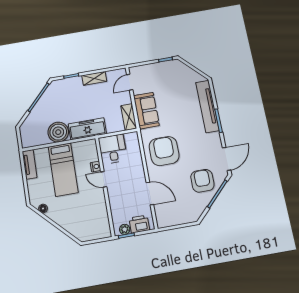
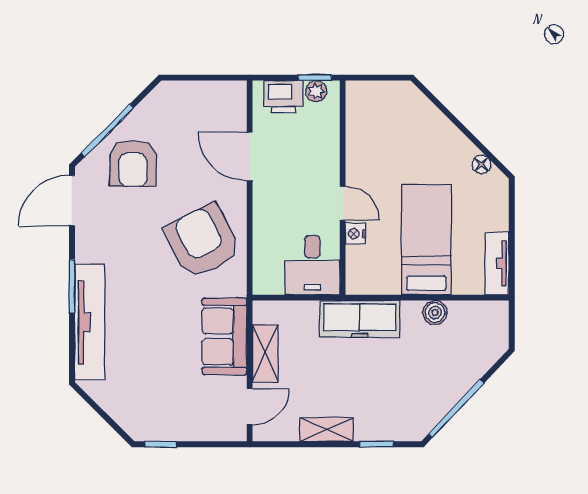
shelving: (129, 117) -> (265, 353), moved
boiler: (58, 132) -> (435, 313), width x0.54, depth x0.54
armchair: (164, 151) -> (202, 241), turned 153

